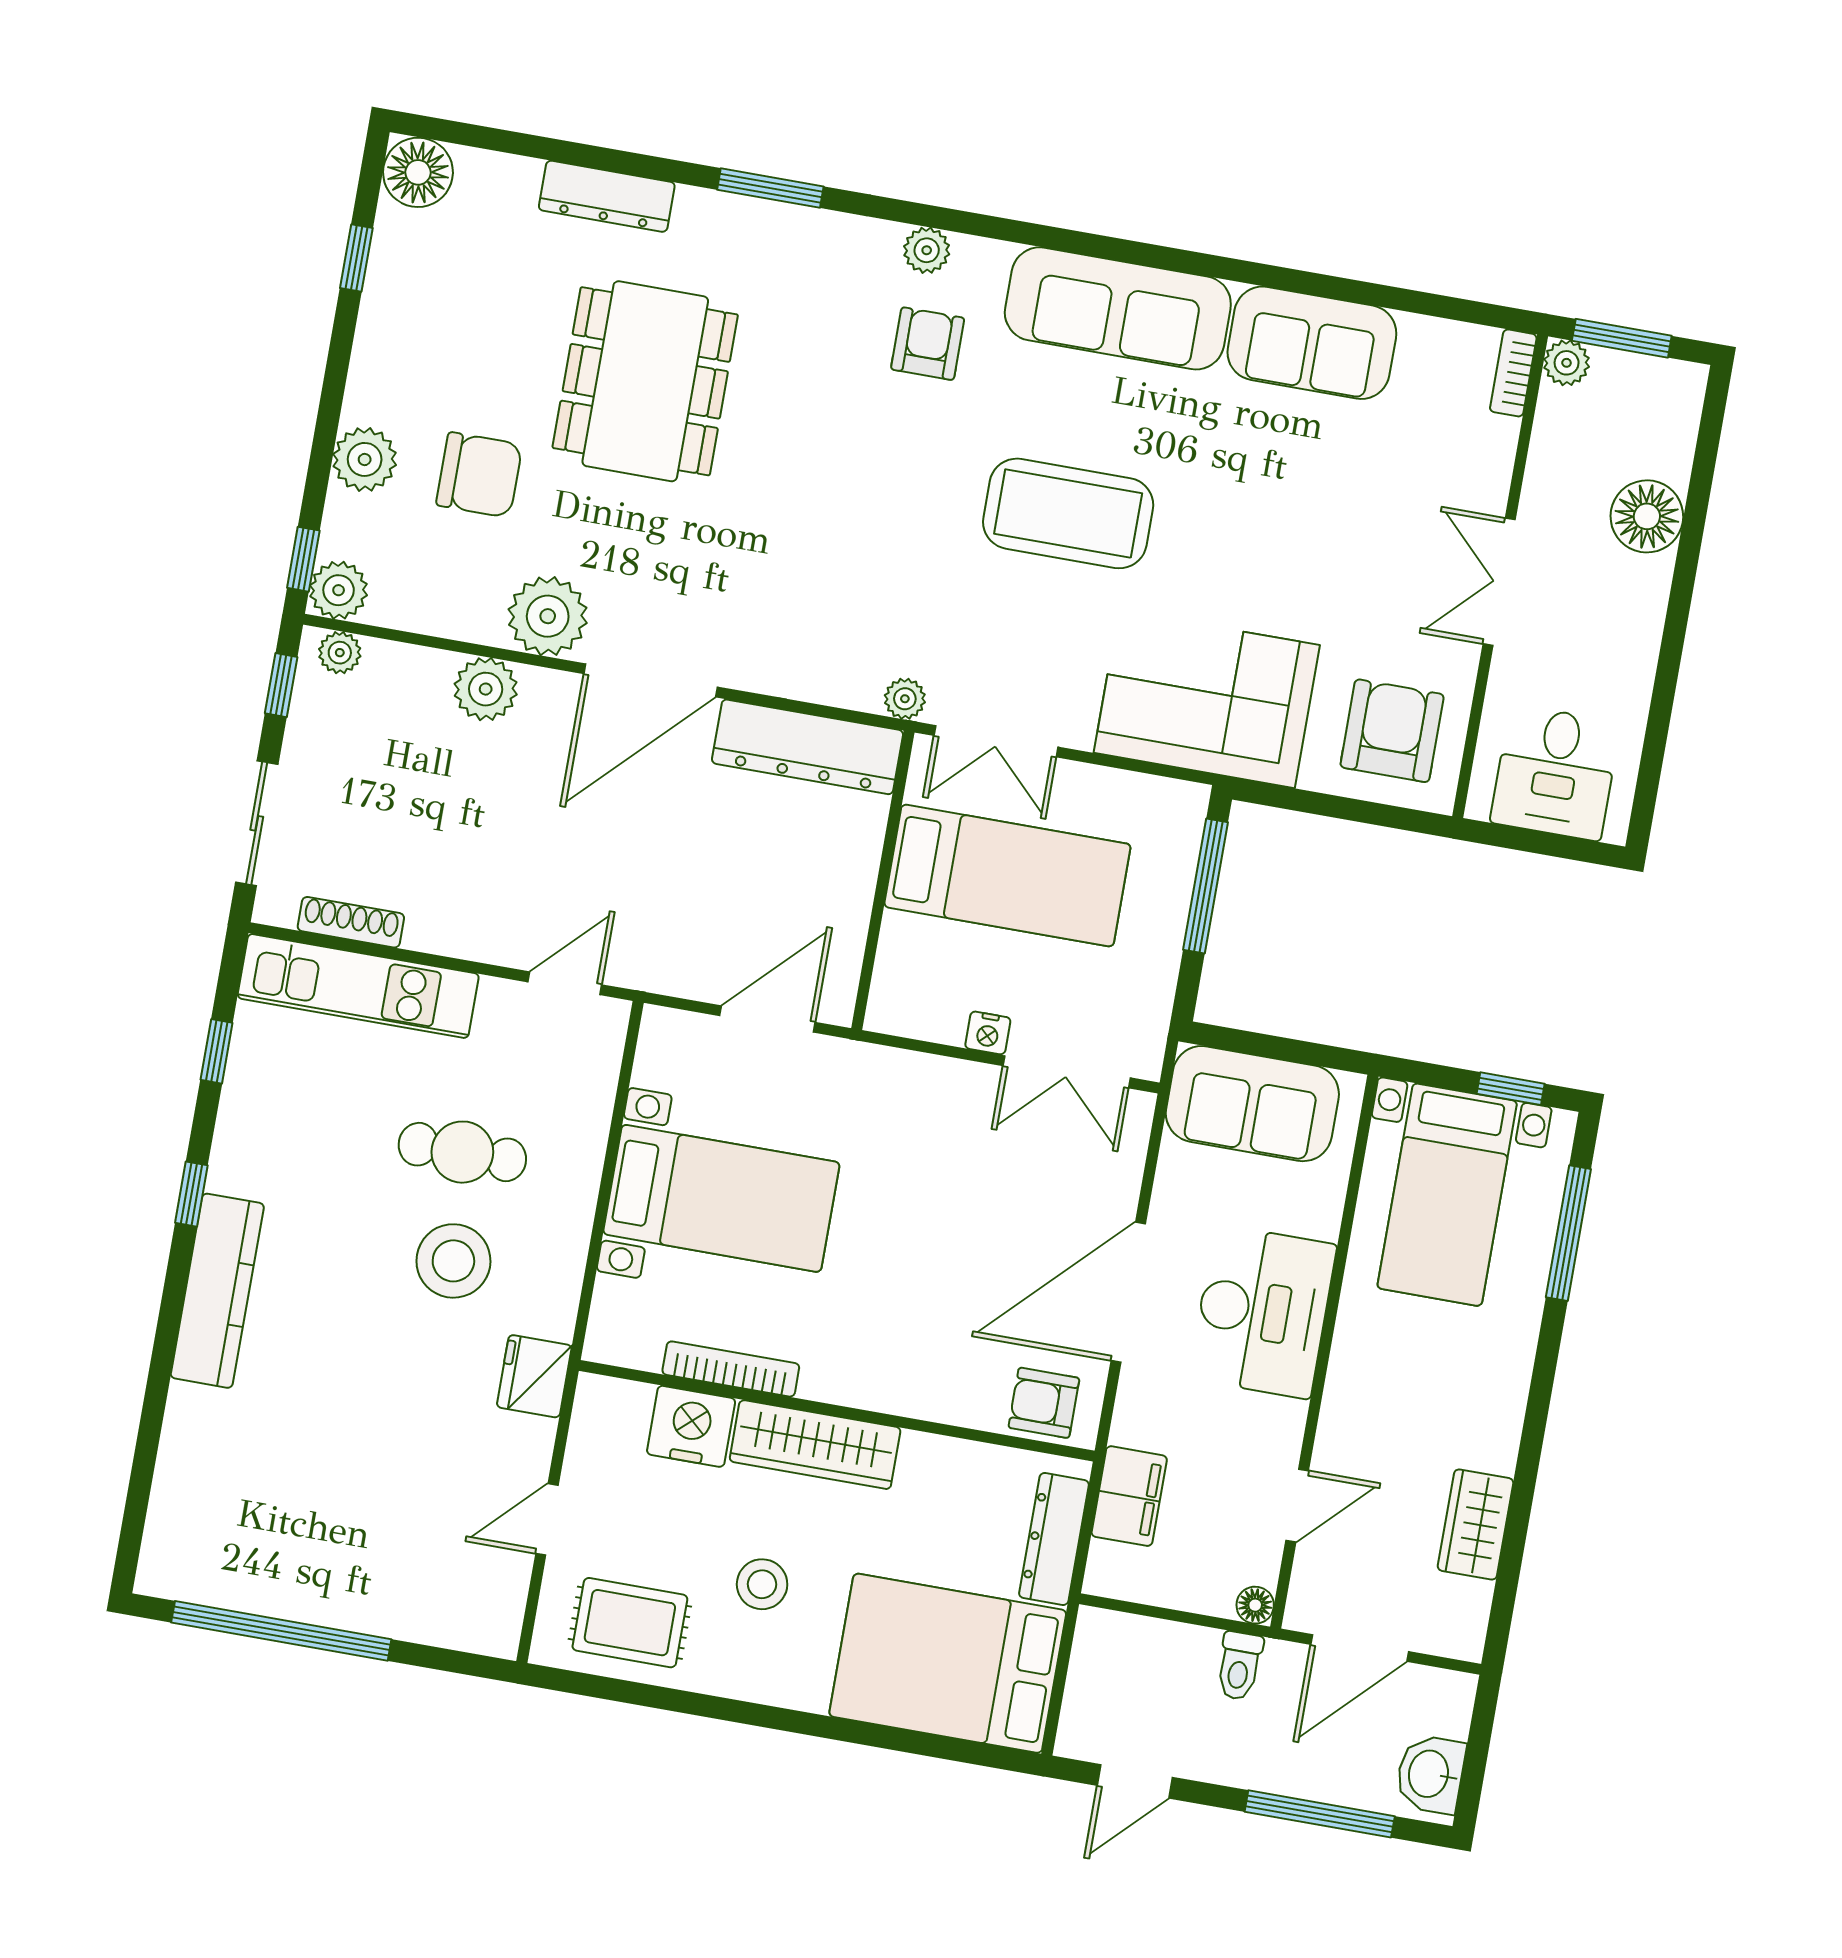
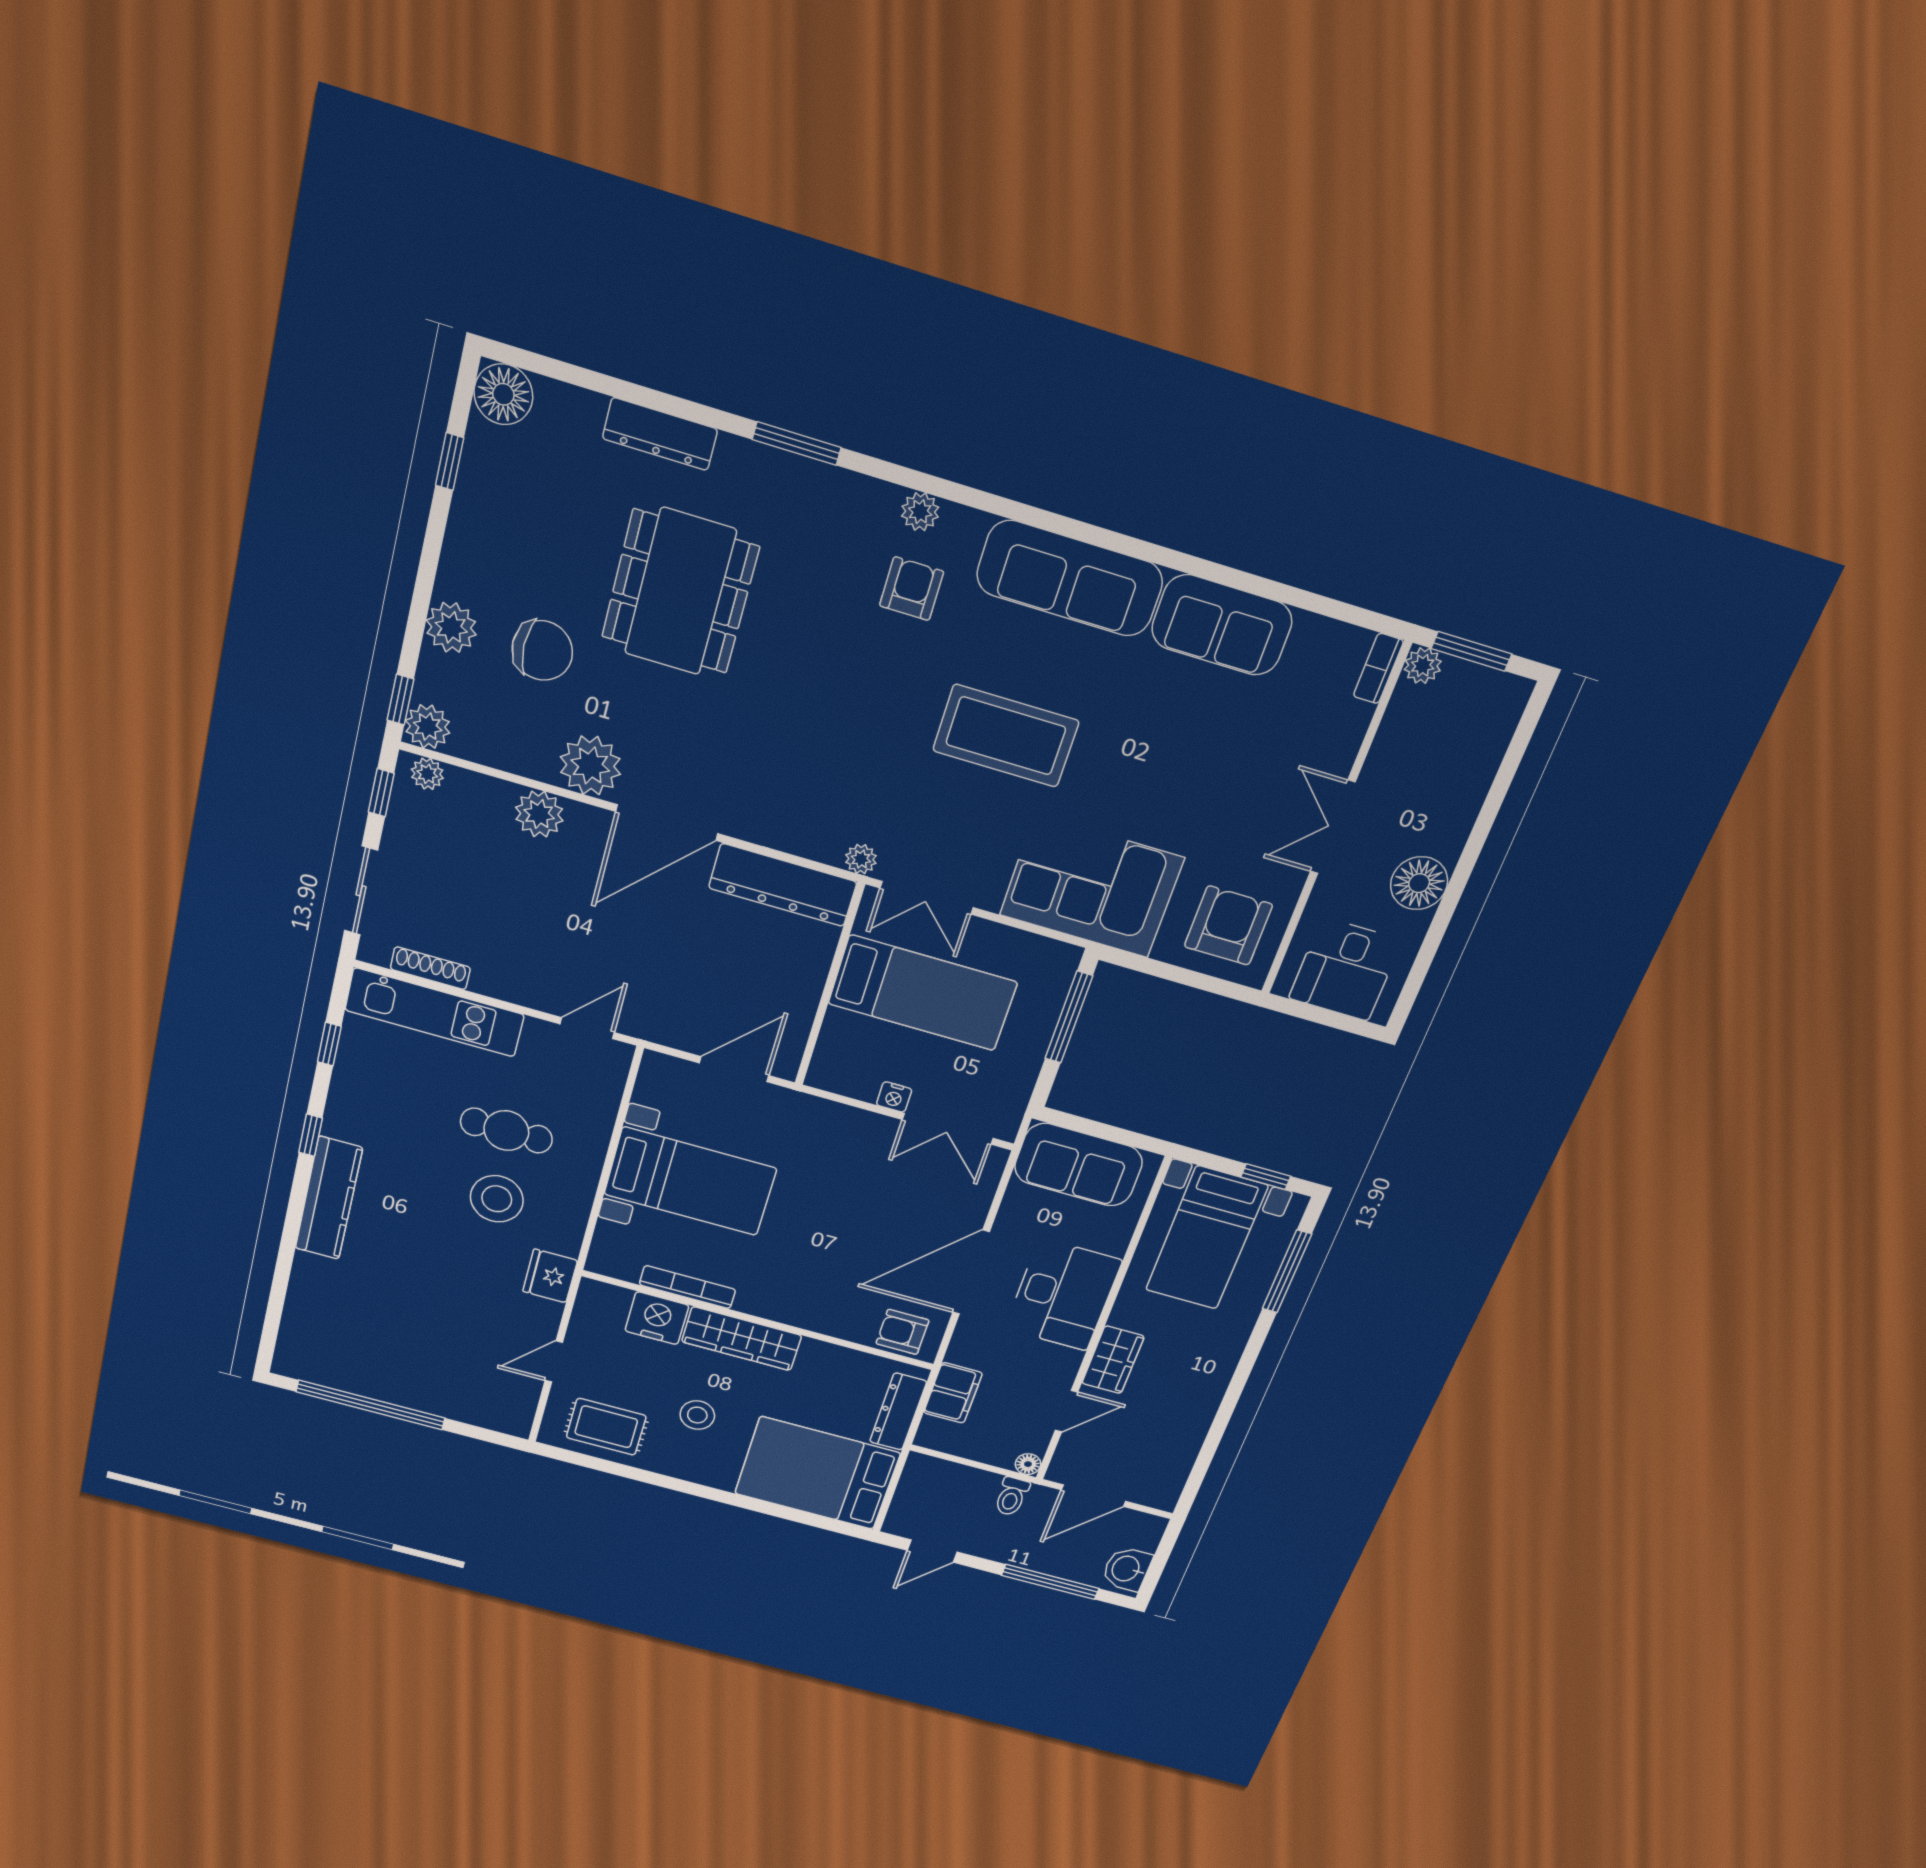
floor lamp: (1647, 516) -> (1419, 883), moved
wardrobe: (1475, 1524) -> (1113, 1360), moved, turned 180

